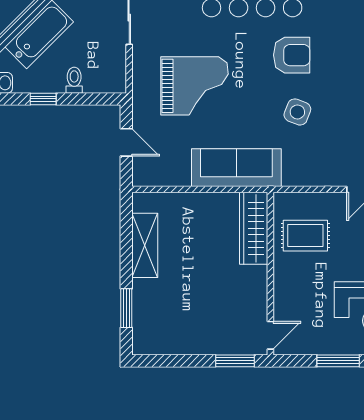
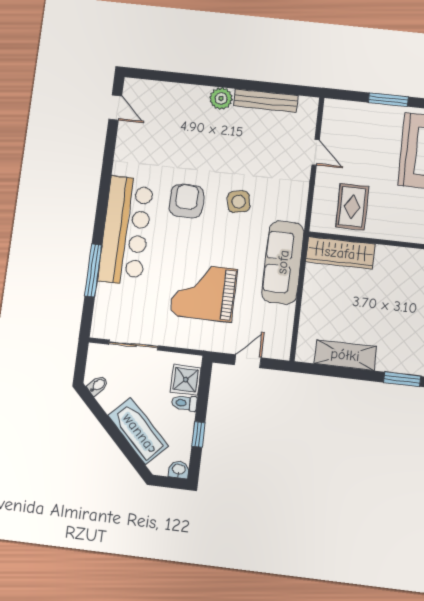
shower: (99, 78) -> (186, 380), added
grand piano: (194, 86) -> (204, 292), turned -90
side table: (297, 112) -> (239, 202), turned -31

